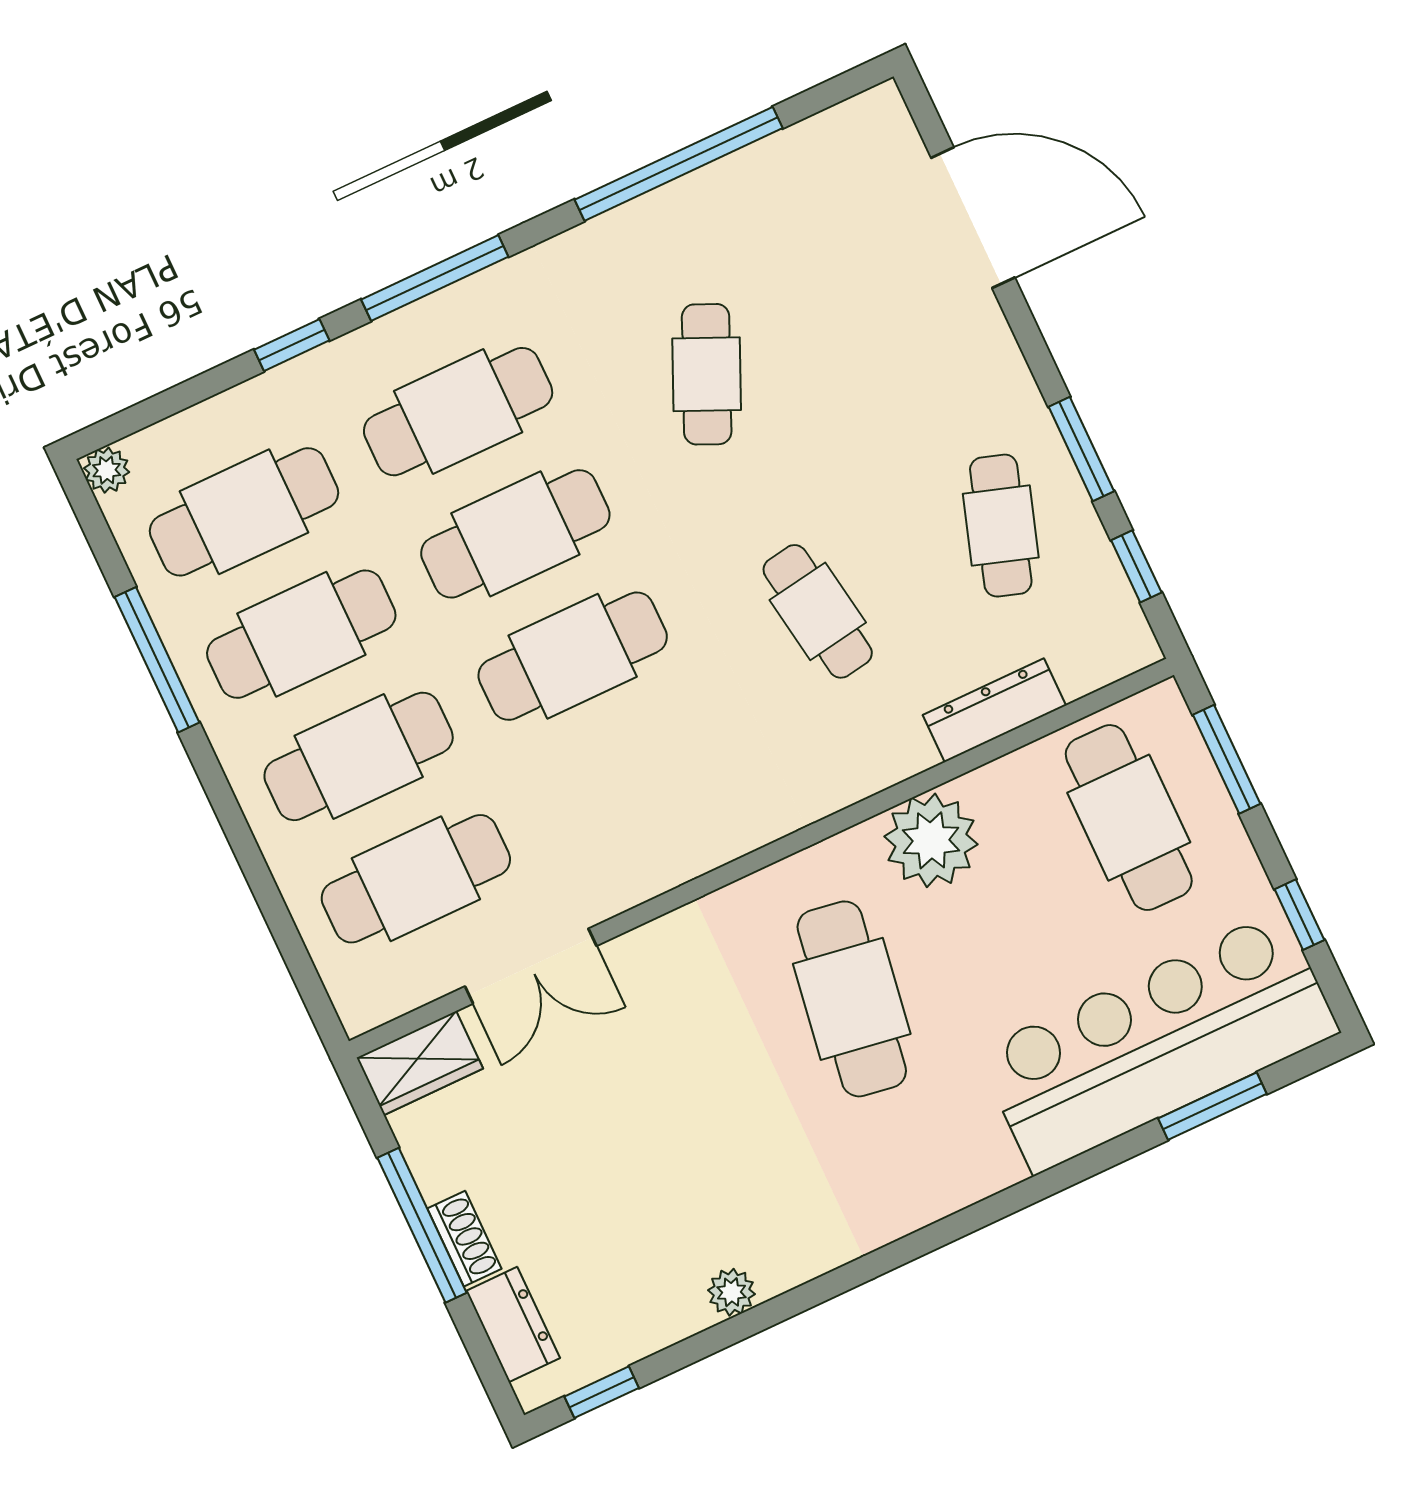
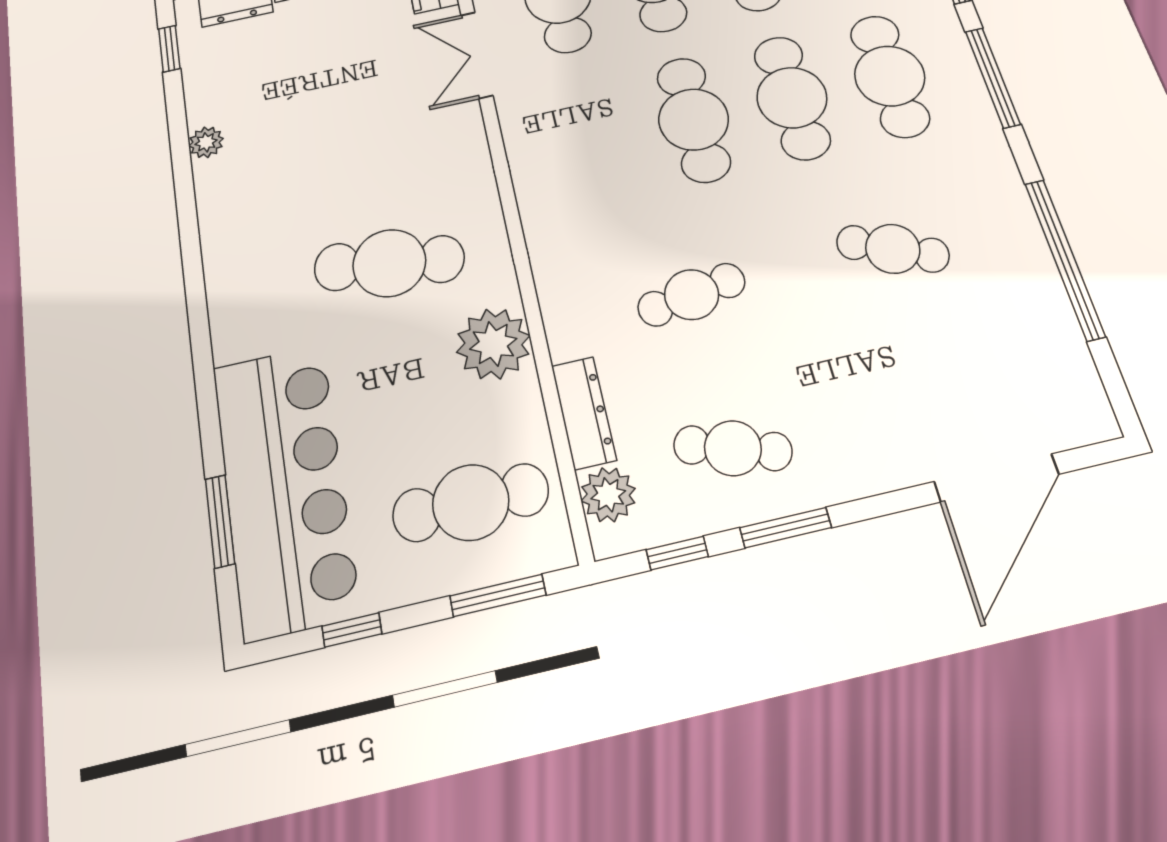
plant: (1086, 660) -> (608, 495), added

